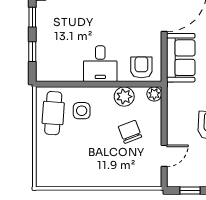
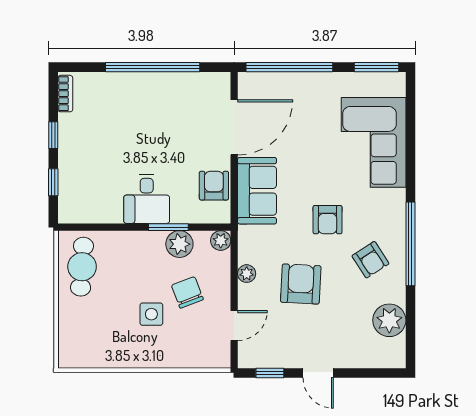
armchair: (141, 67) -> (214, 186), moved
window: (116, 84) -> (168, 227), added
side table: (82, 111) -> (151, 314), moved
plant: (173, 118) -> (247, 274), added

